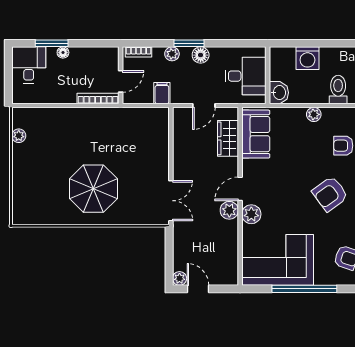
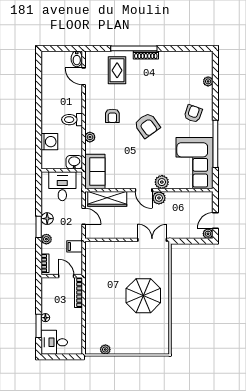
sofa: (256, 134) -> (95, 172), moved, turned 90
wardrobe: (228, 138) -> (107, 199), width x1.50

